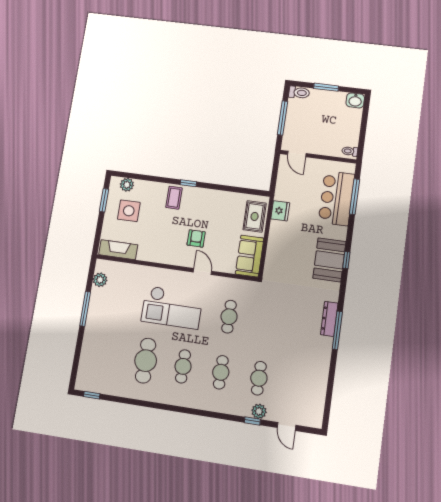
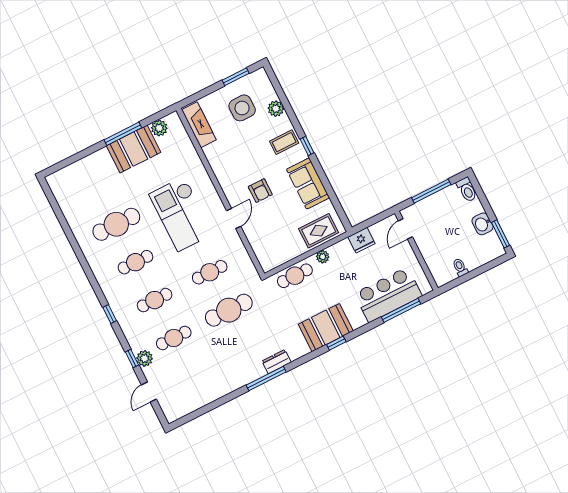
window: (326, 87) -> (501, 234), moved
washbasin: (355, 100) -> (483, 224), moved
toilet: (350, 151) -> (460, 267), moved
plant: (127, 185) -> (276, 109), moved
fridge: (280, 211) -> (361, 240), moved
plant: (276, 226) -> (323, 257), added
armchair: (196, 238) -> (260, 191), turned 90
sofa: (250, 256) -> (308, 183), moved, turned -90
cafe table: (275, 256) -> (295, 276), added
booth: (101, 309) -> (134, 149), added
dresser: (329, 319) -> (277, 362), width x0.70
cafe table: (267, 322) -> (229, 310), added
window: (92, 395) -> (110, 314), moved

